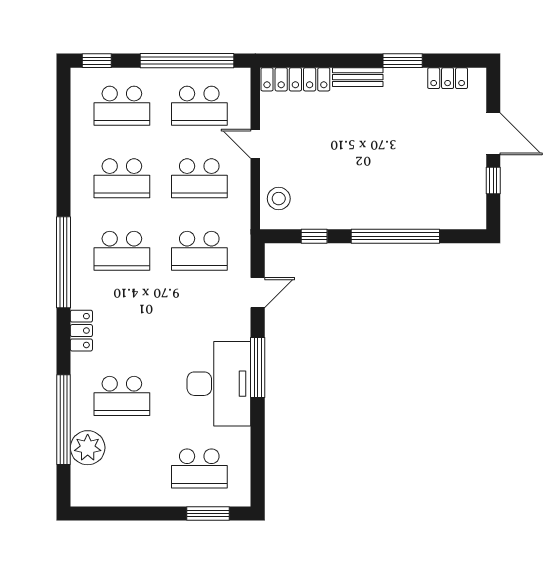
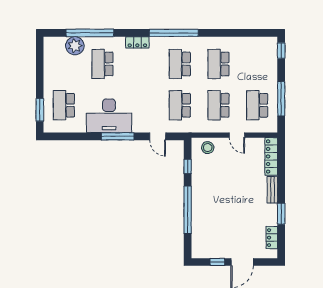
window: (187, 61) -> (281, 99), width x0.68
school desk: (122, 106) -> (257, 64), removed
door: (255, 144) -> (237, 135), swing flipped

